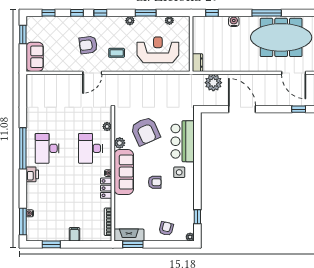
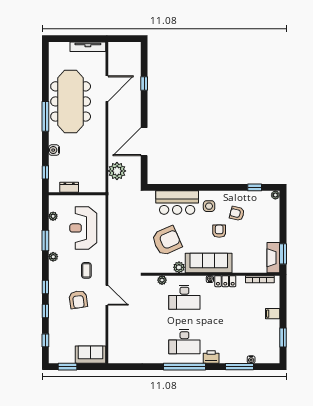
dresser: (197, 63) -> (69, 187), moved
window: (23, 222) -> (240, 367), moved
armchair: (166, 229) -> (237, 213), moved

